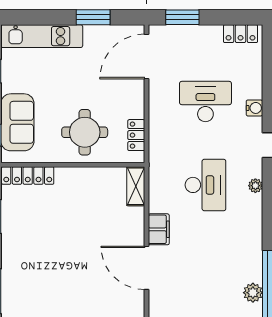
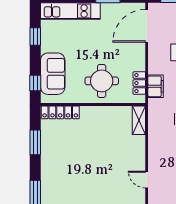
filing cabinet: (159, 229) -> (156, 86), moved
door: (146, 268) -> (147, 180), width x0.53

